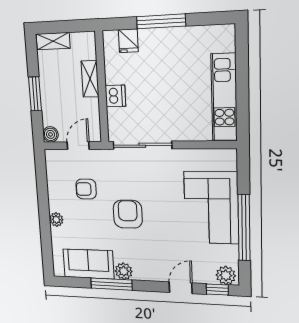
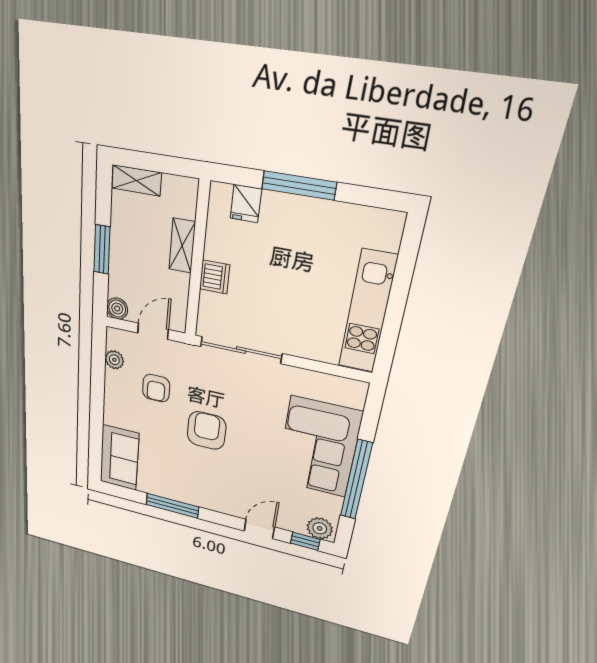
armchair: (86, 189) -> (156, 388), turned -90
plant: (56, 220) -> (114, 360), moved
sofa: (88, 264) -> (119, 458), moved, turned 90
plant: (124, 271) -> (190, 495), removed

